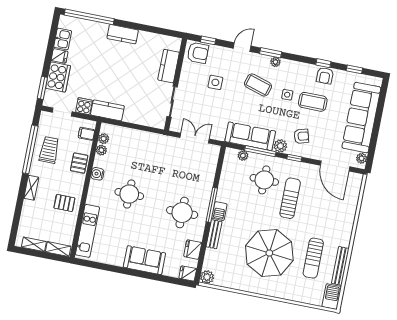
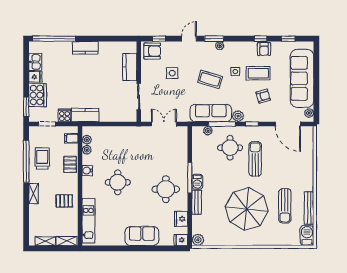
coffee table: (258, 85) -> (210, 79), moved
armchair: (301, 136) -> (263, 96), moved

